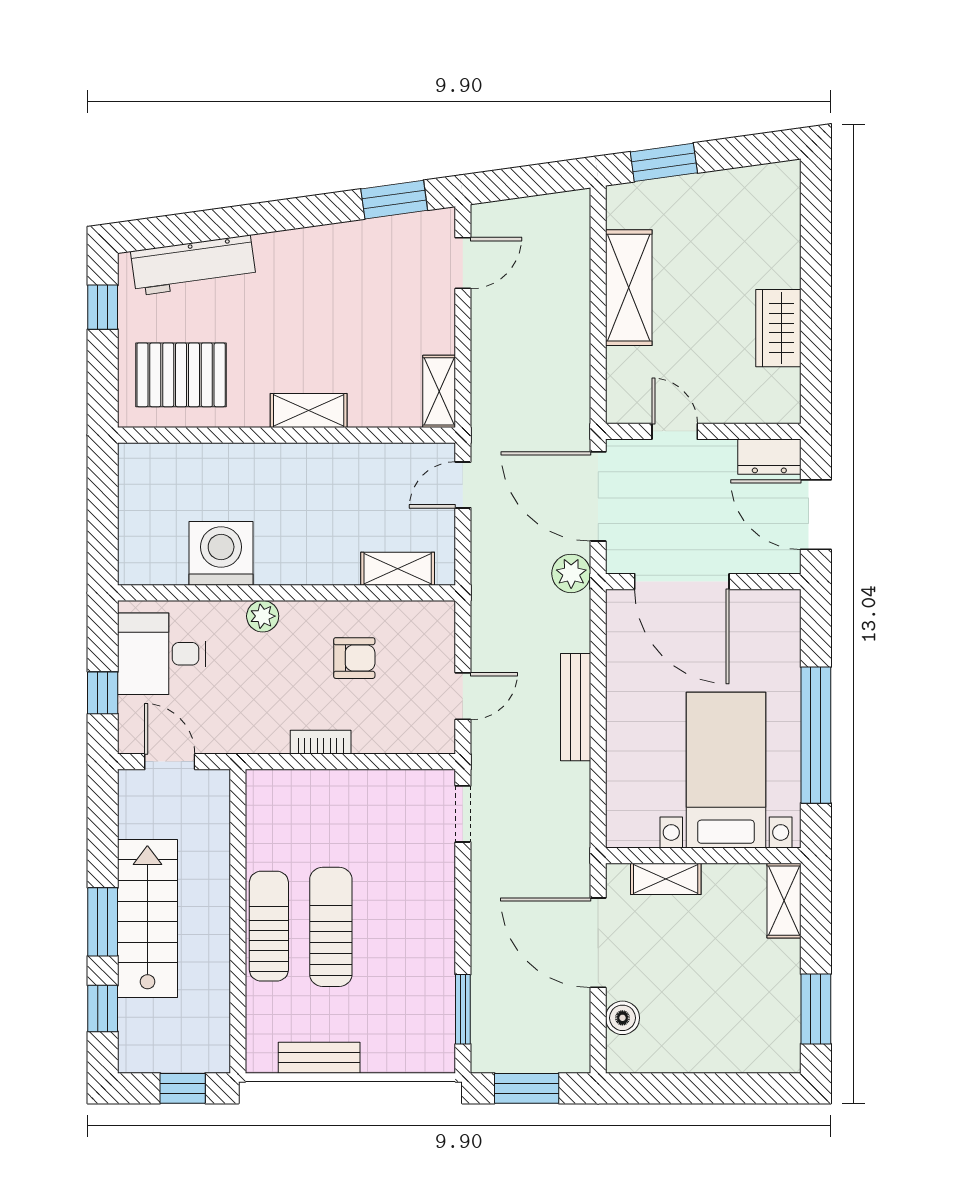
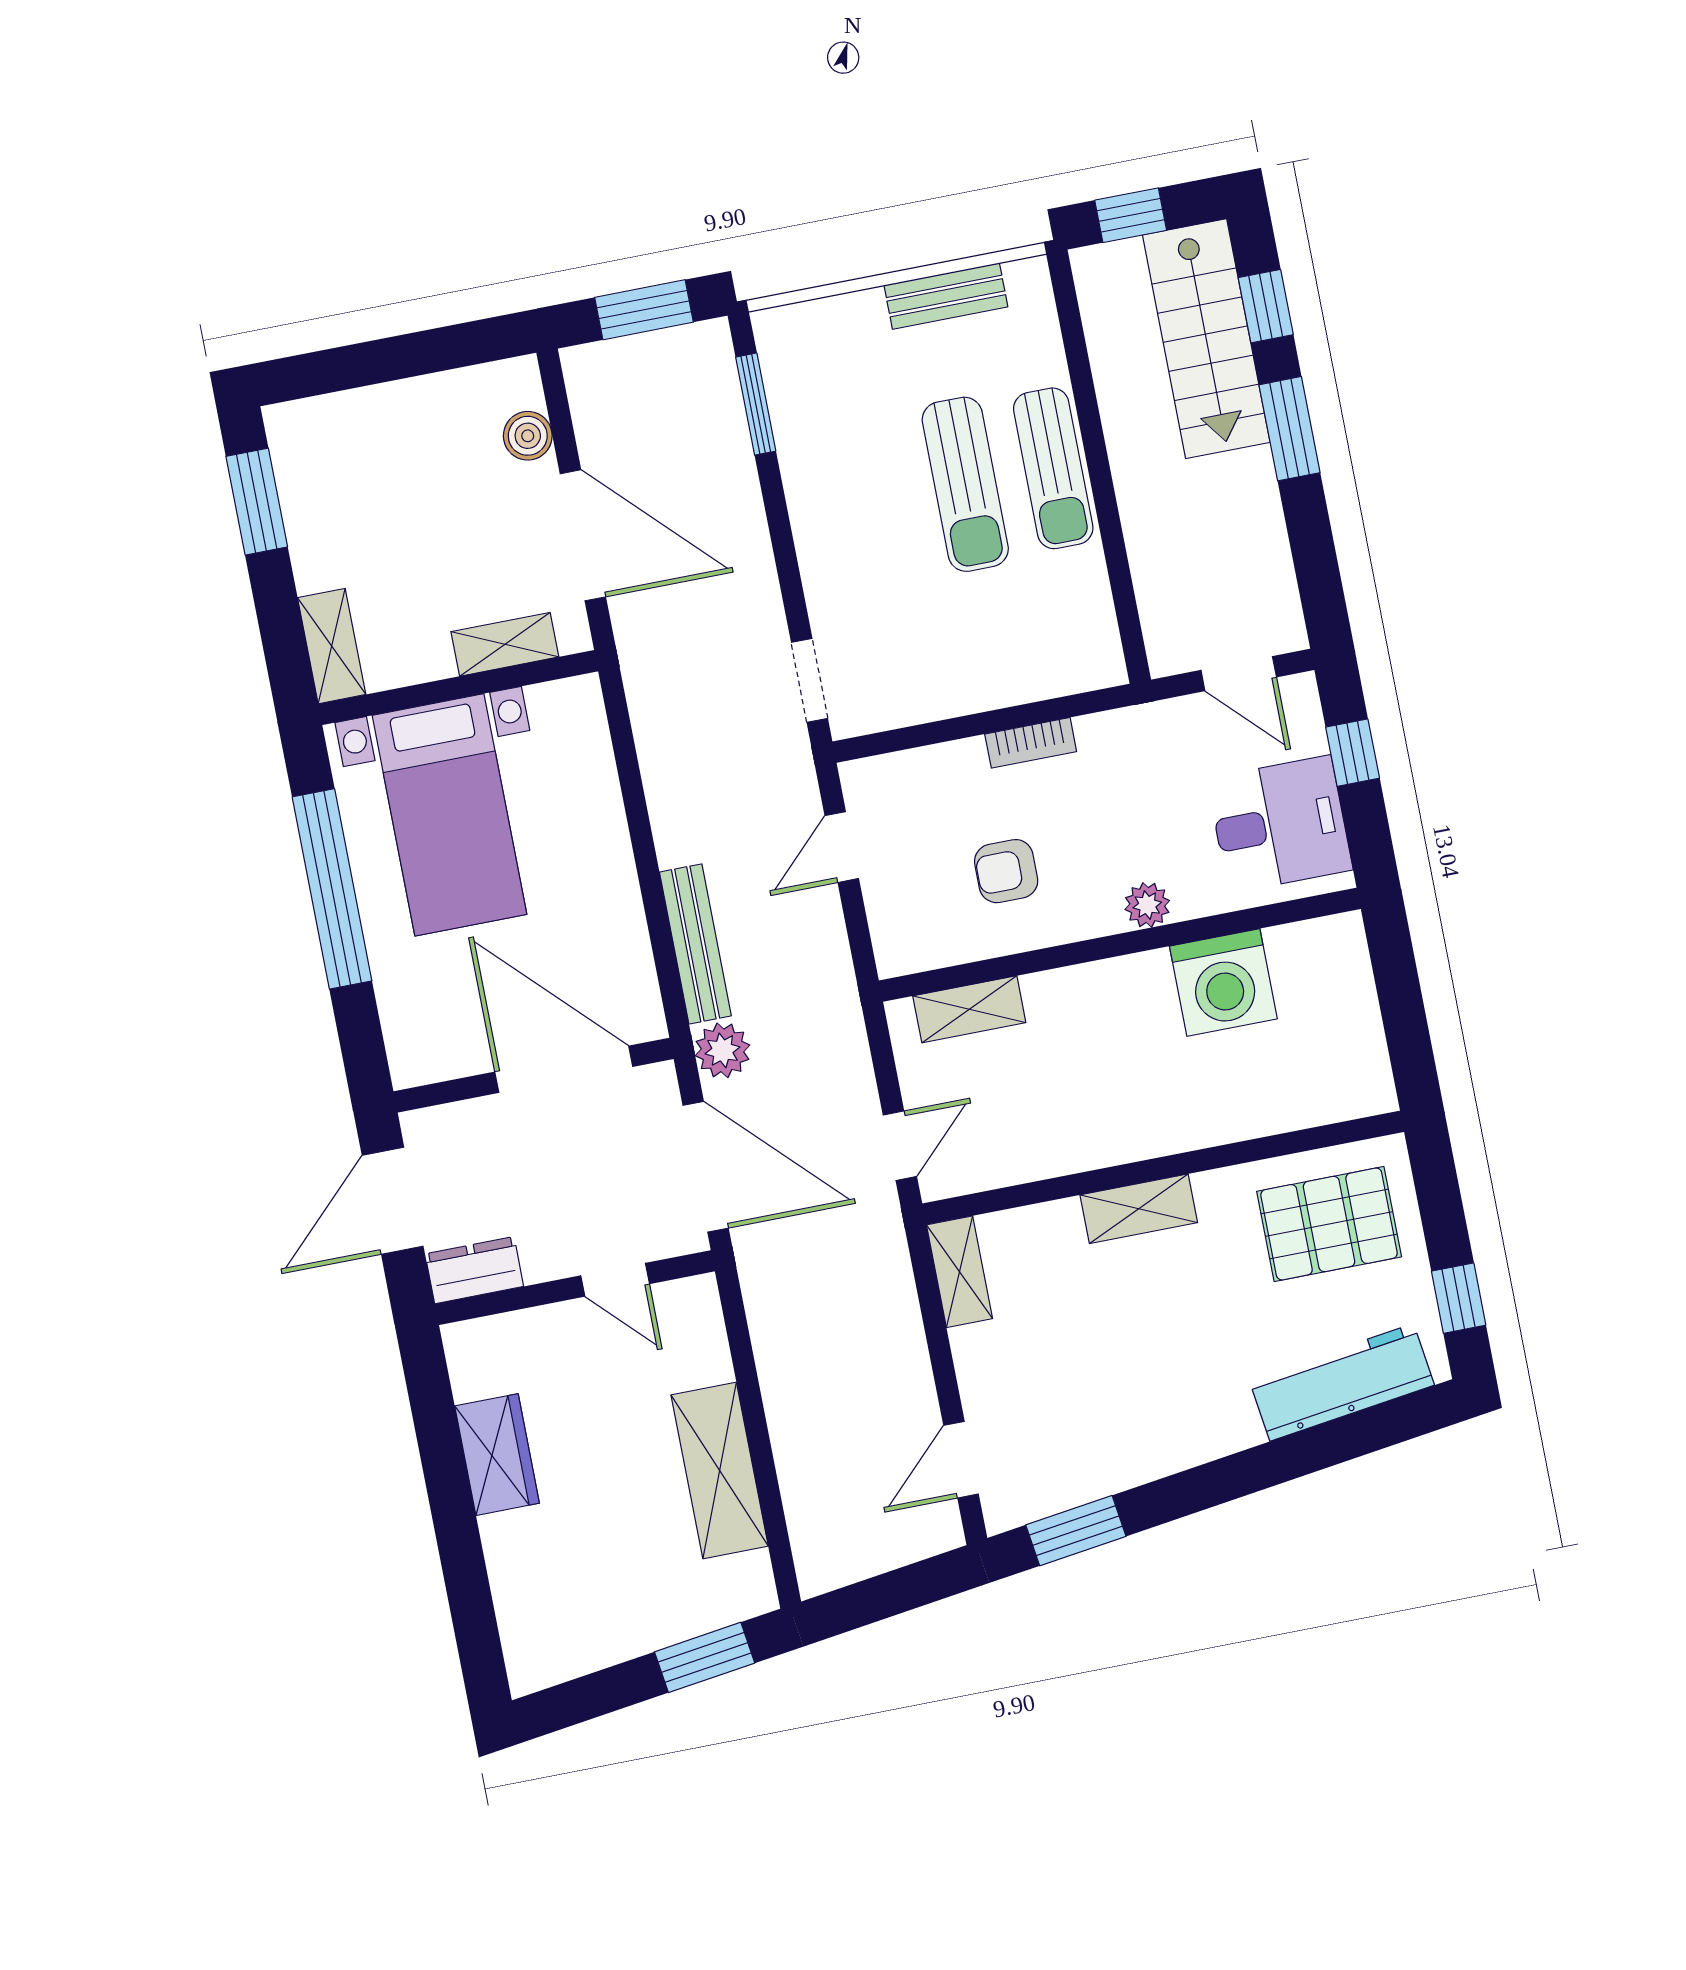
door: (816, 515) -> (393, 1201), swing flipped
bench: (576, 707) -> (695, 944), moved
stairs: (147, 918) -> (1206, 339), moved

